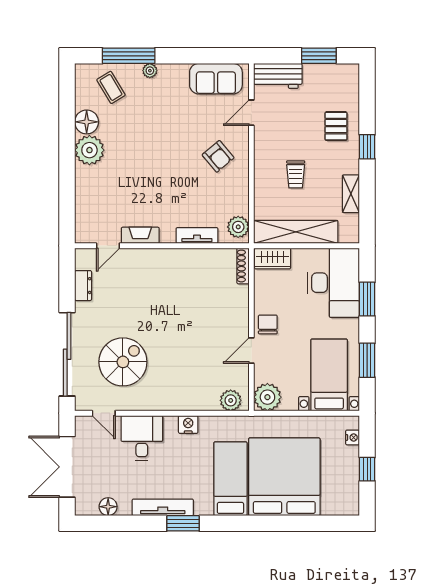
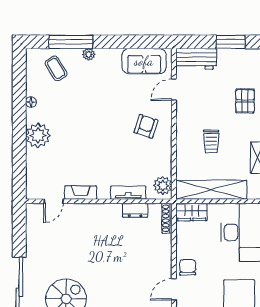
floor lamp: (87, 122) -> (31, 102), width x0.53, depth x0.53
plant: (89, 150) -> (38, 136), moved
armchair: (218, 156) -> (146, 126), turned -122
dresser: (83, 286) -> (135, 210), moved, turned 90

